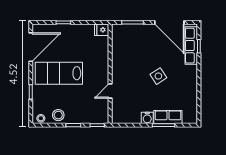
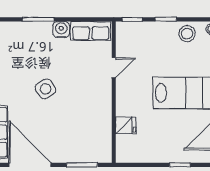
fridge: (102, 30) -> (126, 125), moved
row of seats: (168, 117) -> (91, 31), moved

